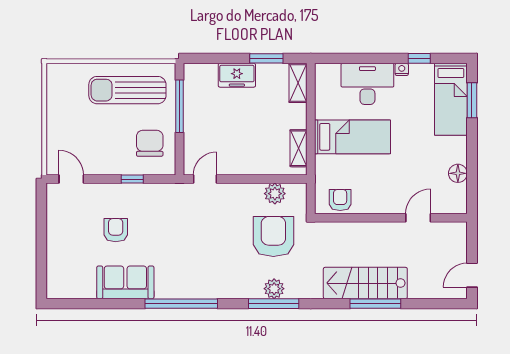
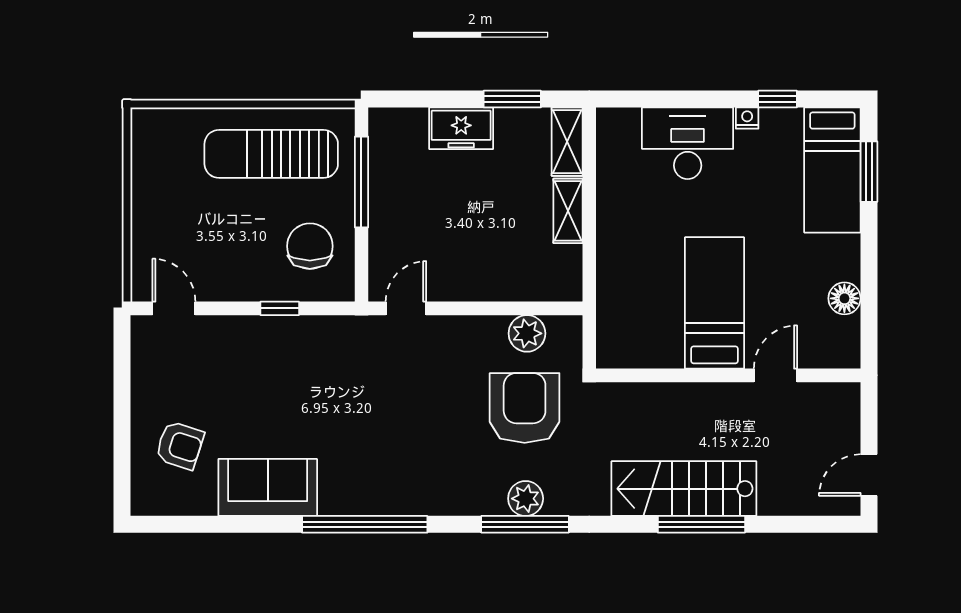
bed: (352, 137) -> (715, 303), moved, turned -90
shelving: (298, 148) -> (568, 211), moved
armchair: (340, 200) -> (640, 345), removed
armchair: (116, 230) -> (180, 445), moved, turned 108

